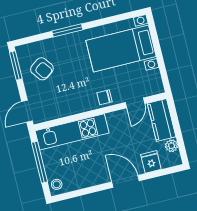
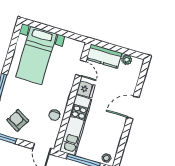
armchair: (42, 69) -> (18, 120), turned -113
chair: (105, 97) -> (54, 115), moved
fridge: (151, 162) -> (86, 89), moved, turned 180

